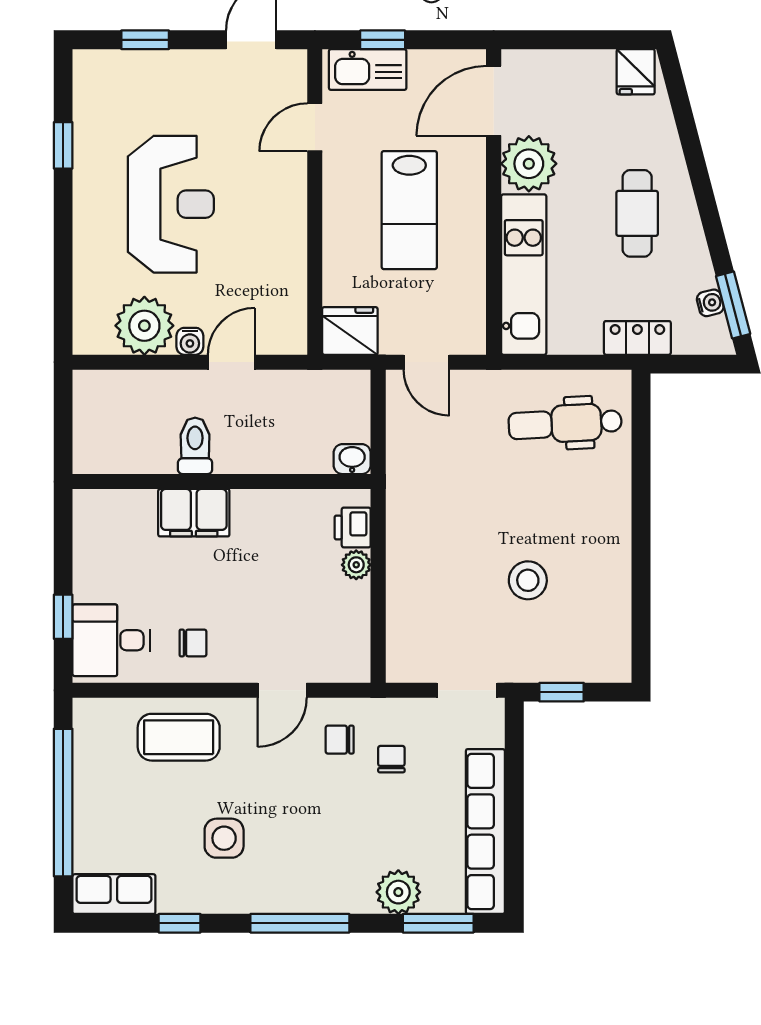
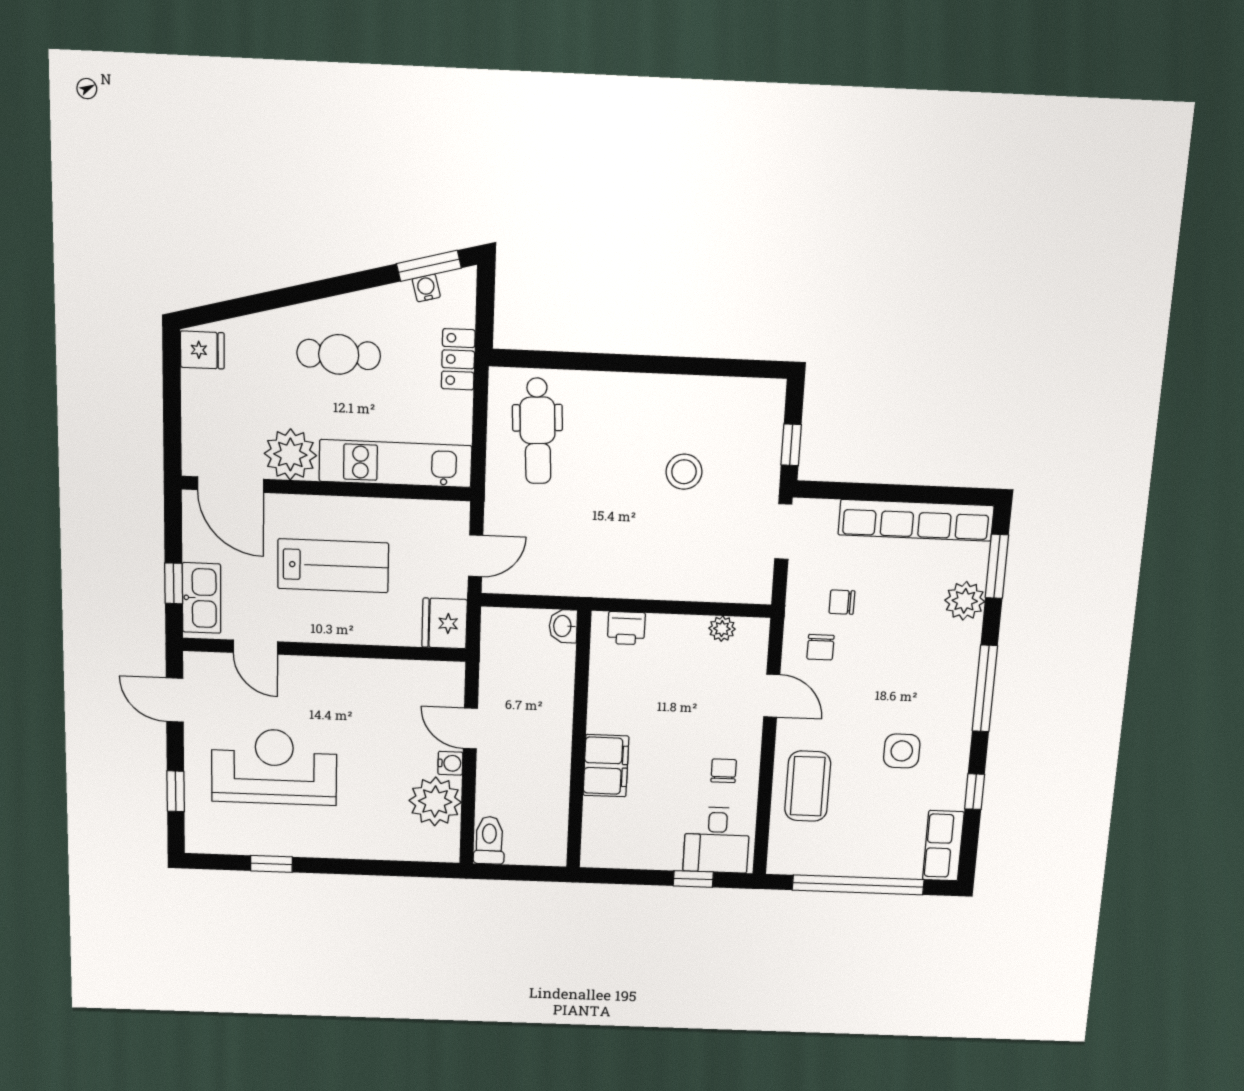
reception desk: (171, 204) -> (274, 767), moved
toilet: (195, 446) -> (489, 840), moved, turned 90
plant: (356, 565) -> (722, 629), moved

